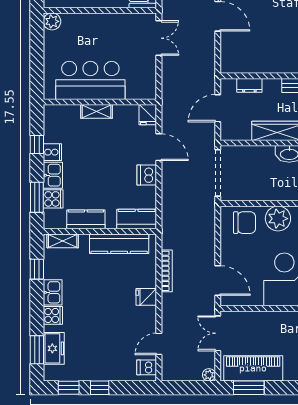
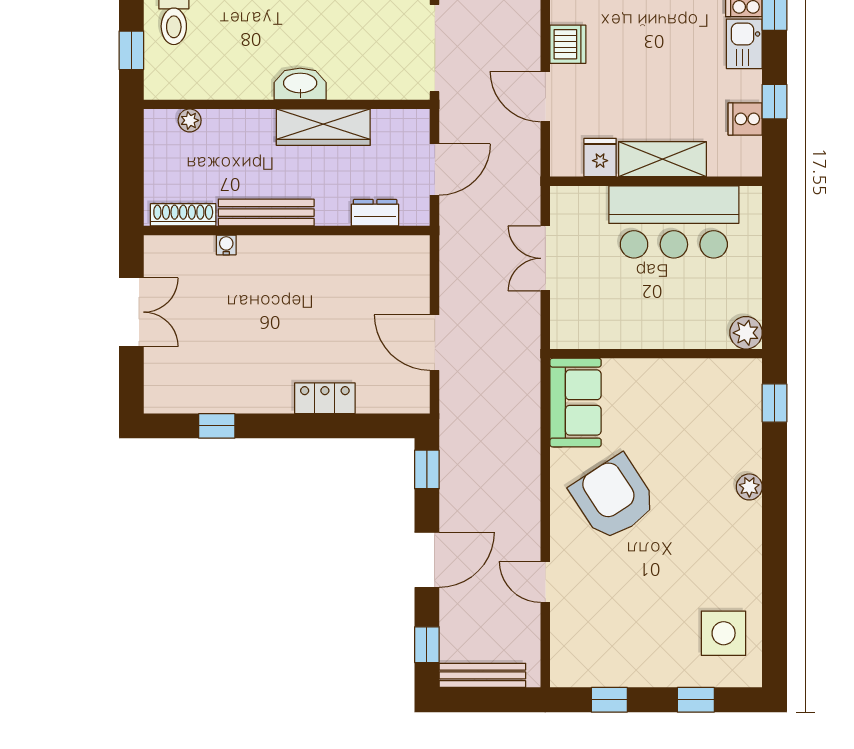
double door: (159, 38) -> (545, 258), moved
shelving: (96, 111) -> (662, 159), width x1.50, depth x1.33
fridge: (148, 115) -> (600, 157), moved
cooker: (52, 152) -> (745, 119), moved

